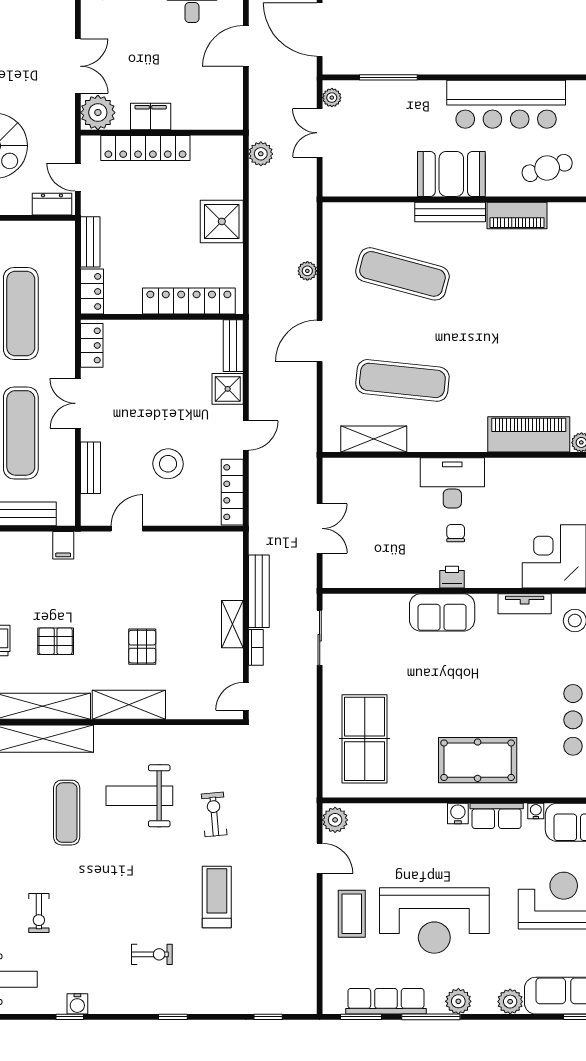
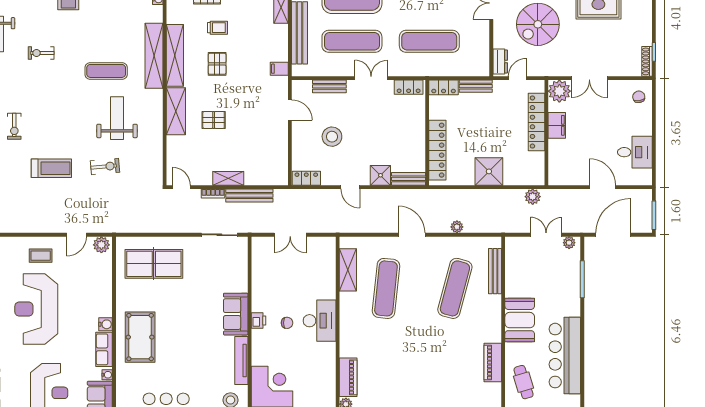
bench: (450, 212) -> (495, 271), moved
piano: (529, 434) -> (348, 377), width x0.73, depth x0.75
locker: (232, 492) -> (306, 178), width x0.66
tv unit: (525, 604) -> (241, 361), width x1.41
coffee table: (352, 914) -> (41, 256), width x0.73, depth x0.77

